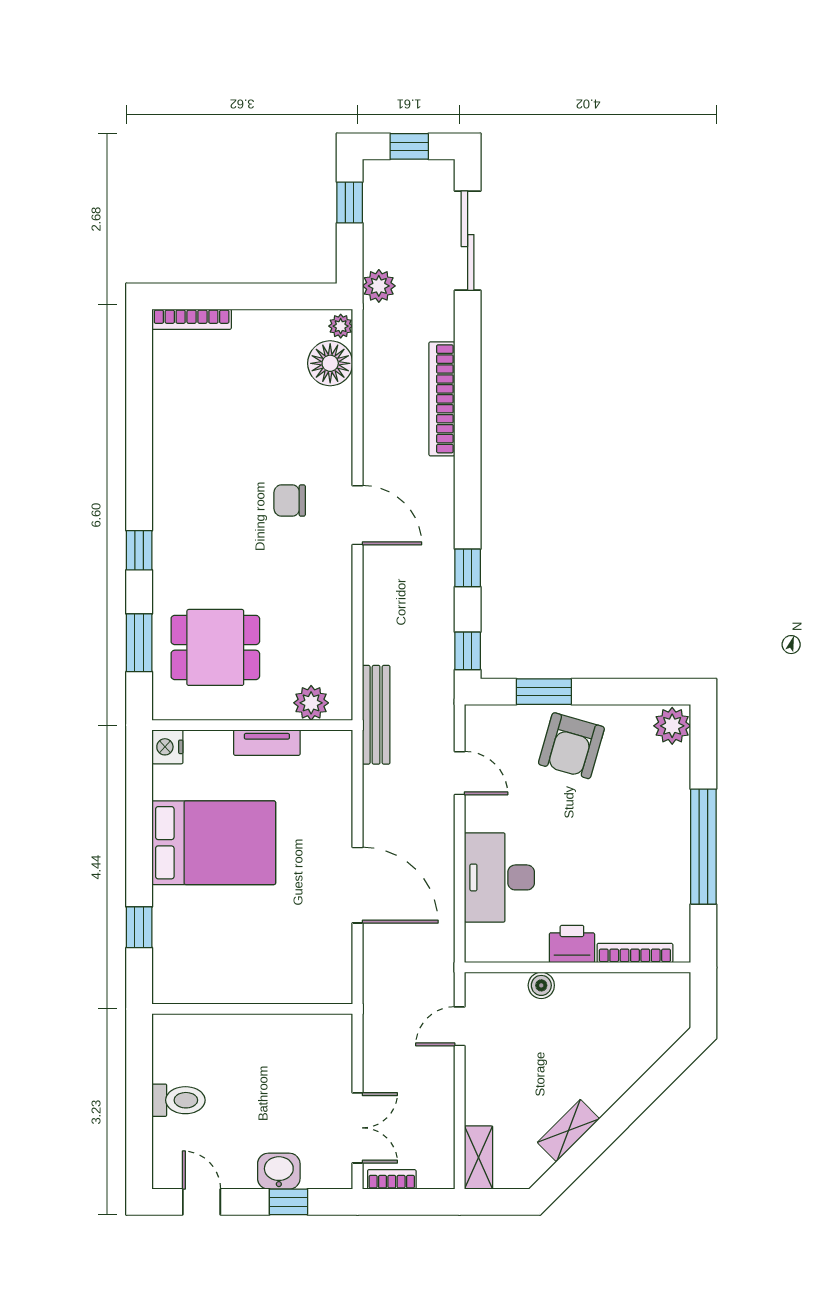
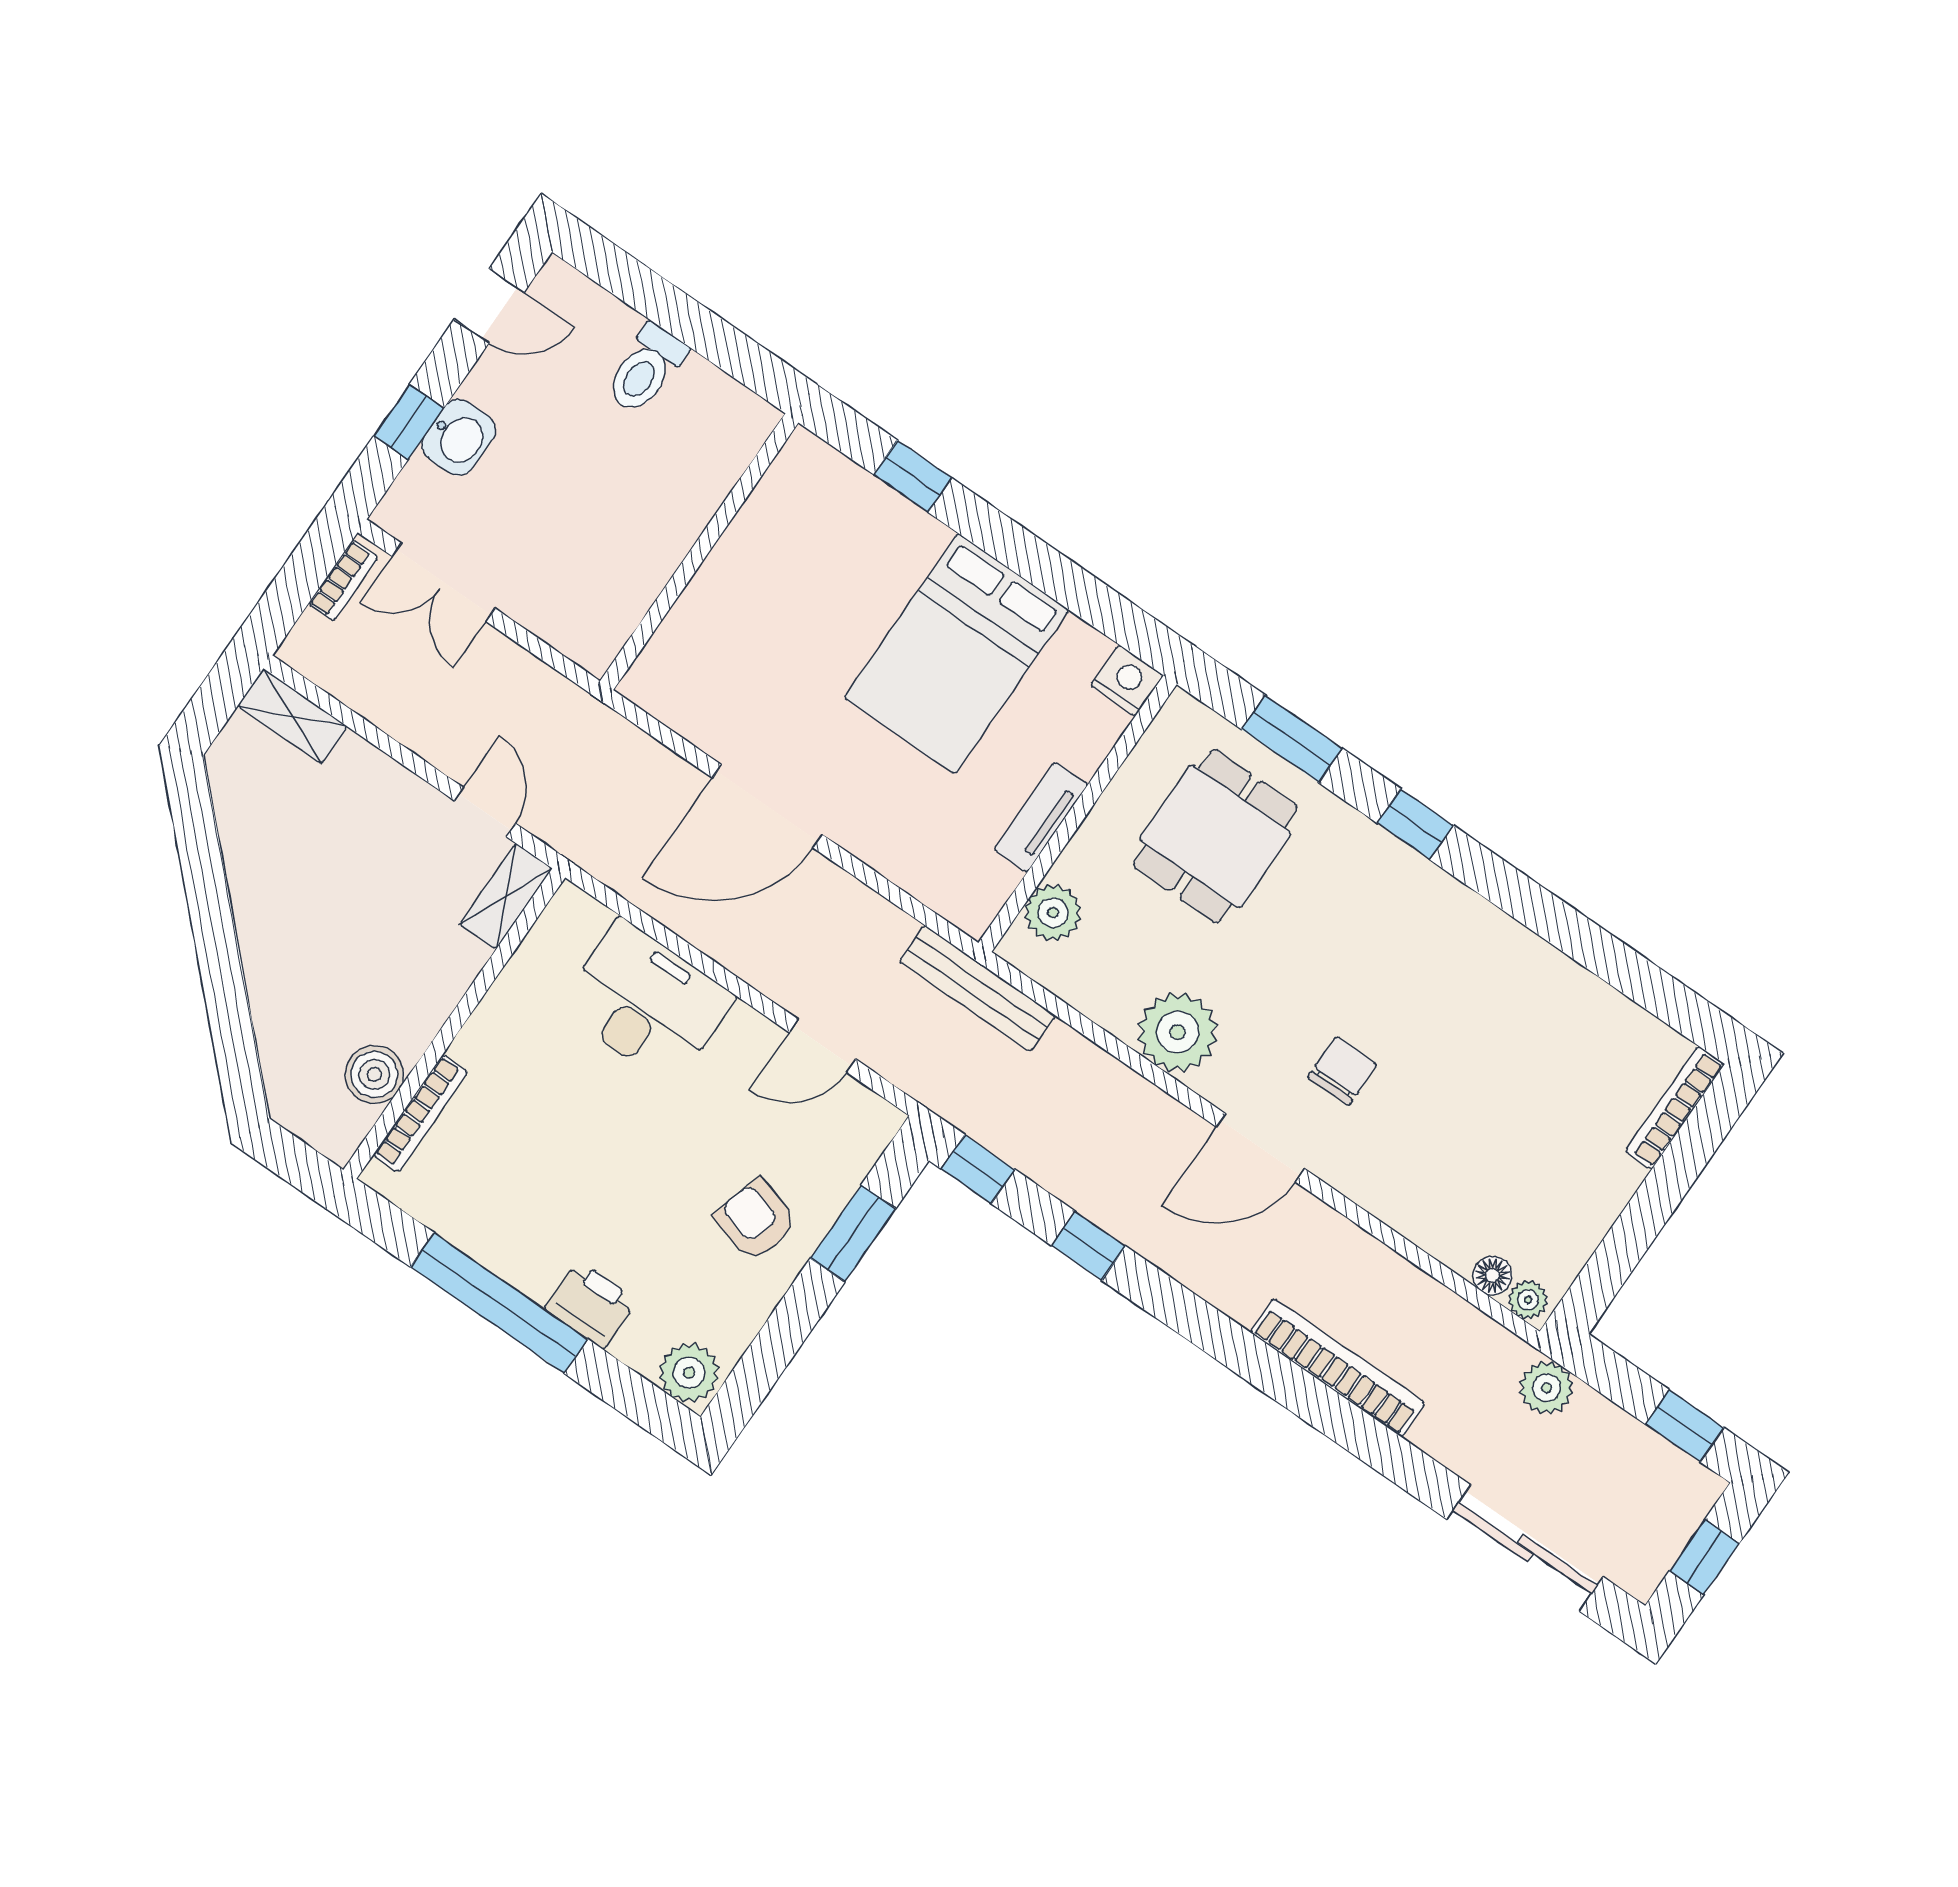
floor lamp: (330, 363) -> (1492, 1275), width x0.53, depth x0.53
plant: (328, 598) -> (1178, 1032), added
armchair: (571, 746) -> (756, 1220), width x0.72, depth x0.72
printer: (572, 944) -> (591, 1304), moved, turned -90
boiler: (541, 985) -> (374, 1074), moved, width x1.36, depth x1.36
shelving: (568, 1131) -> (506, 896), moved, turned 45

